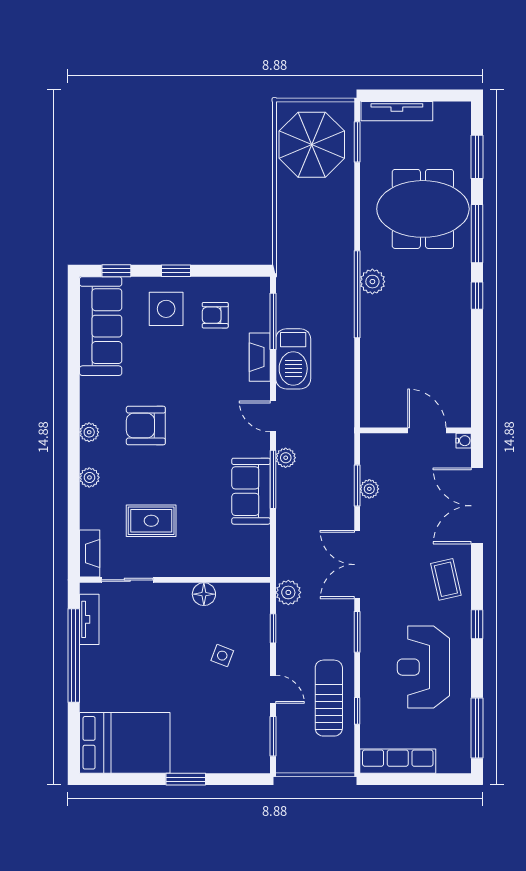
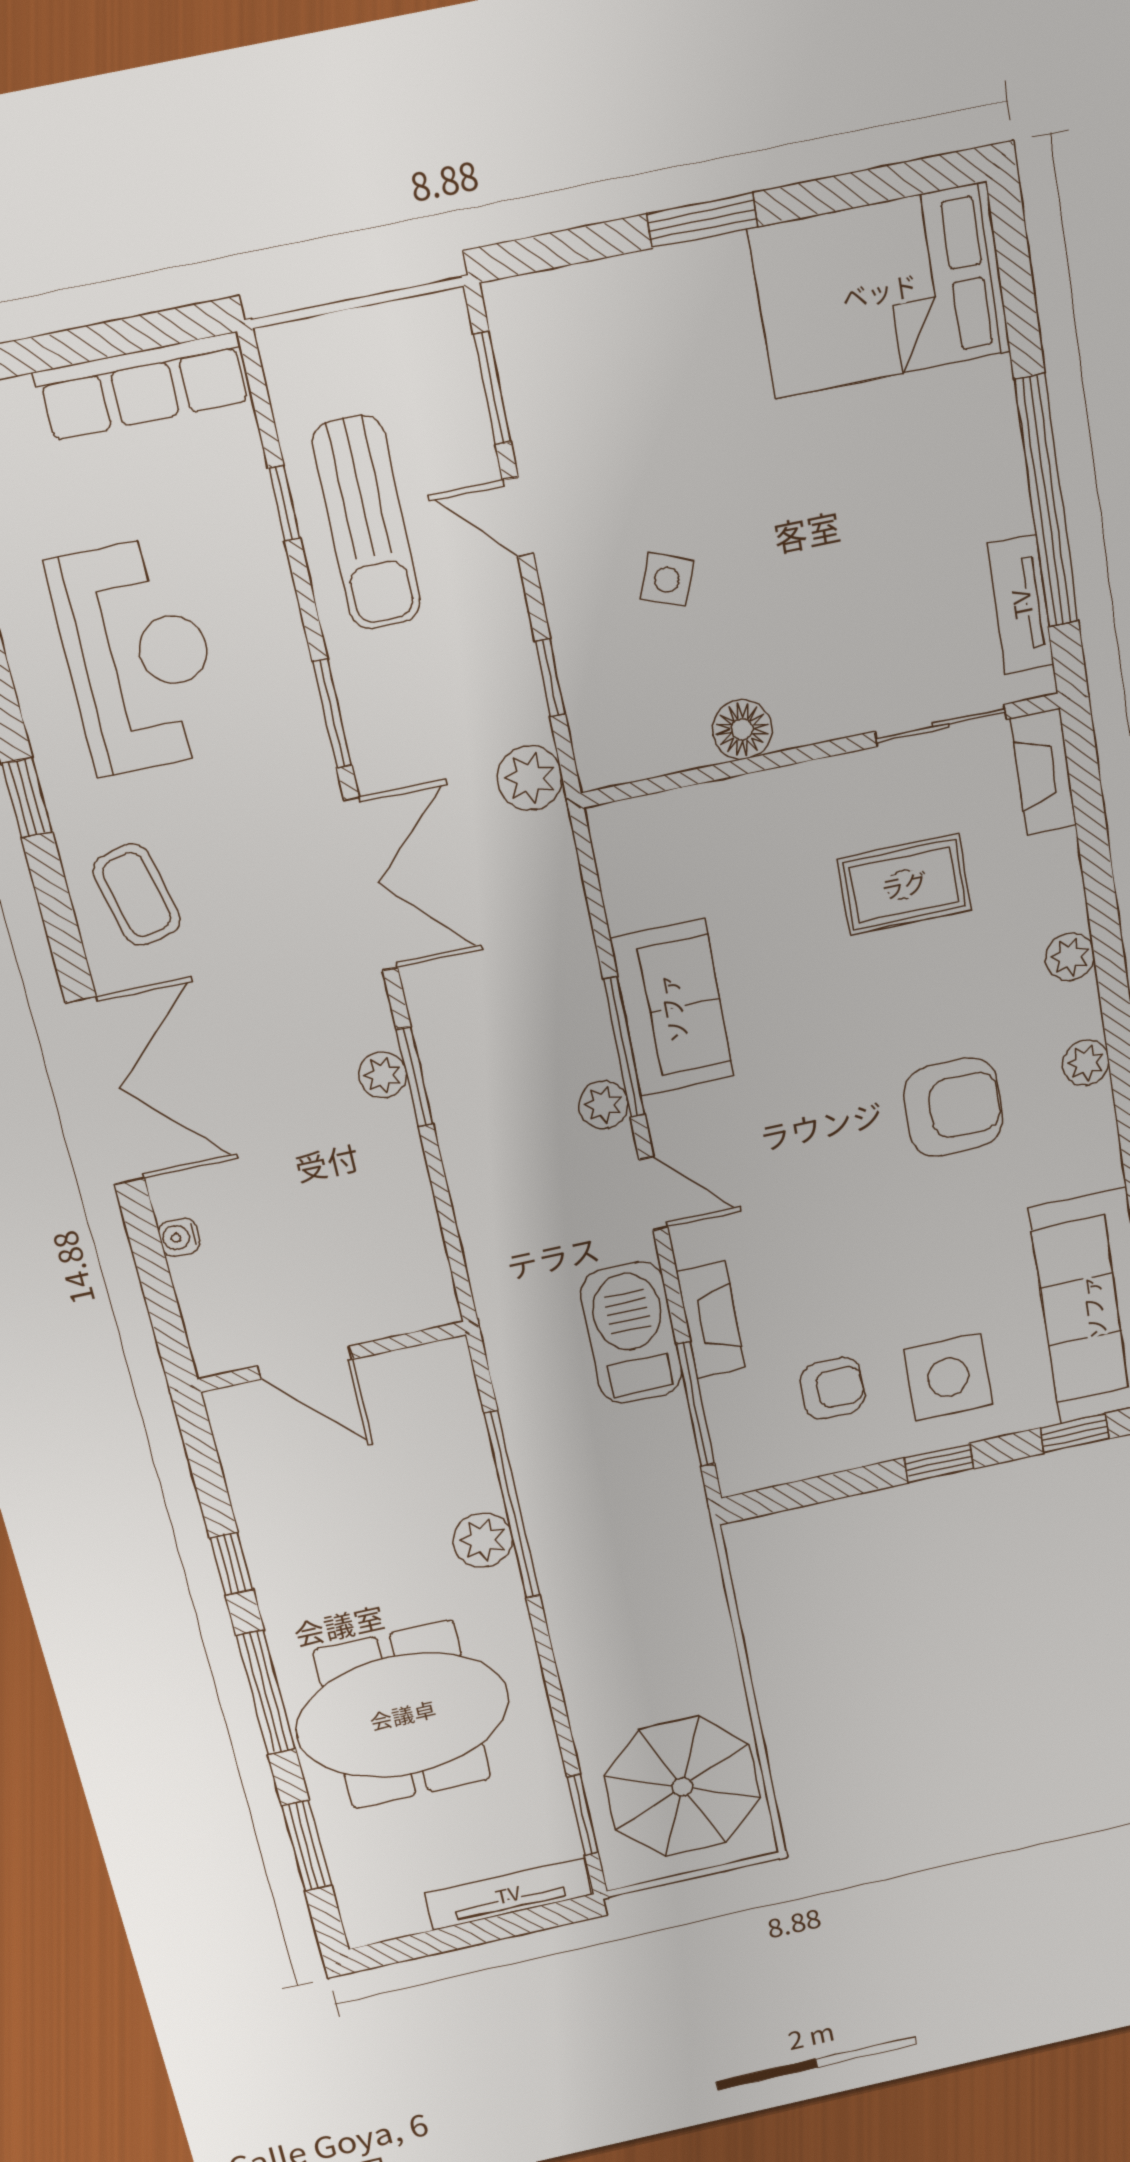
wall: (416, 430) -> (332, 1357), moved
door: (427, 430) -> (305, 1363), moved

